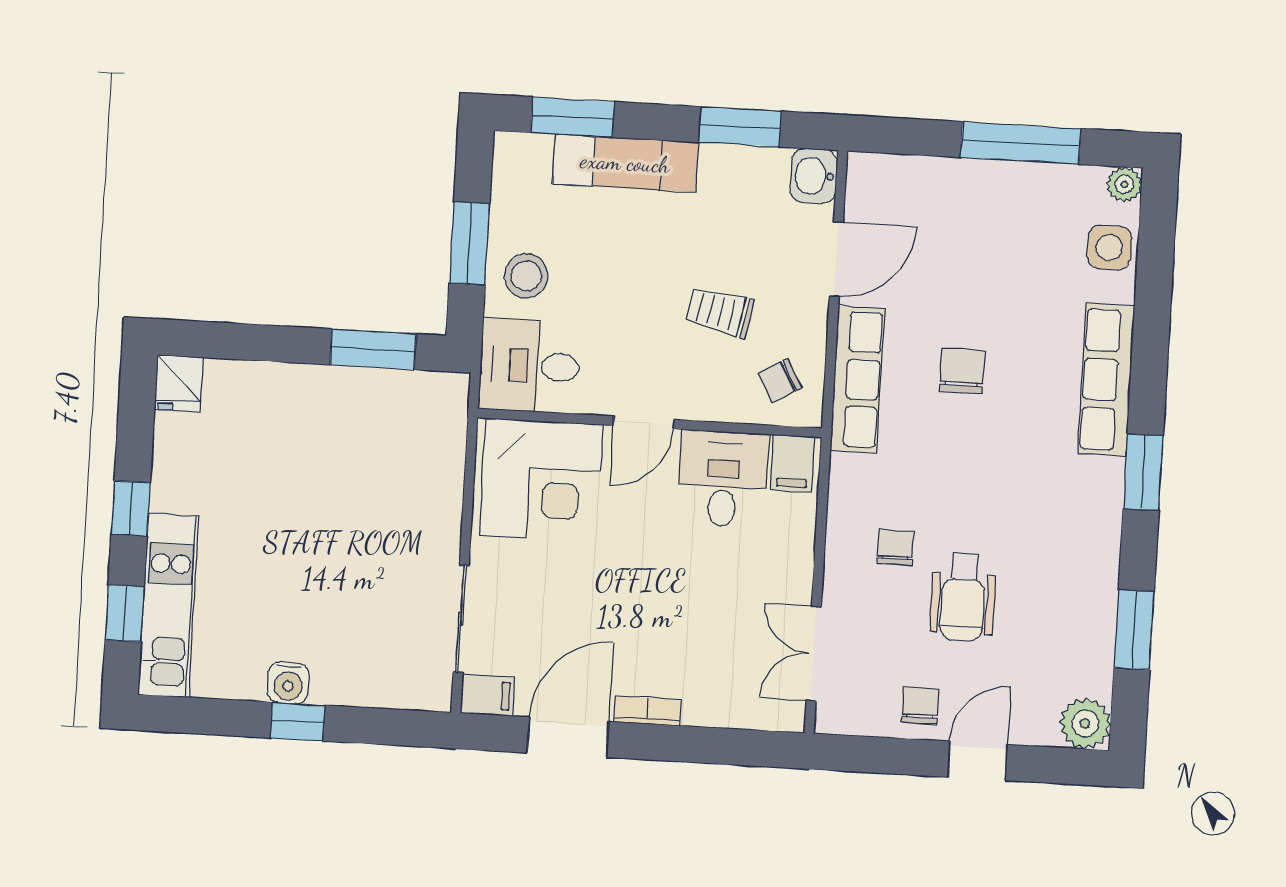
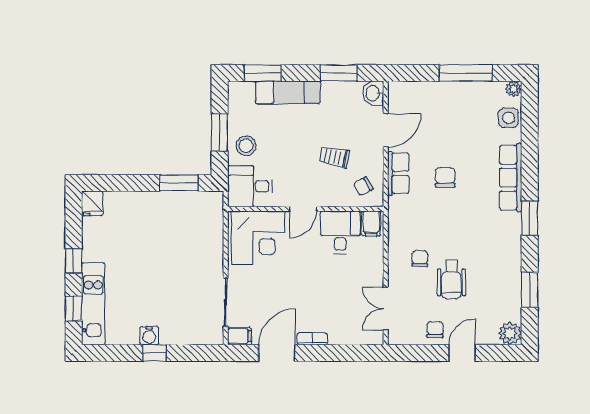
row of seats: (857, 379) -> (398, 173), width x0.68

